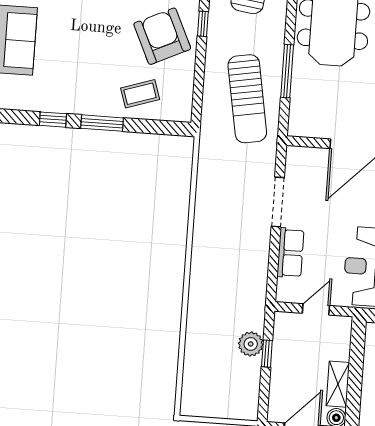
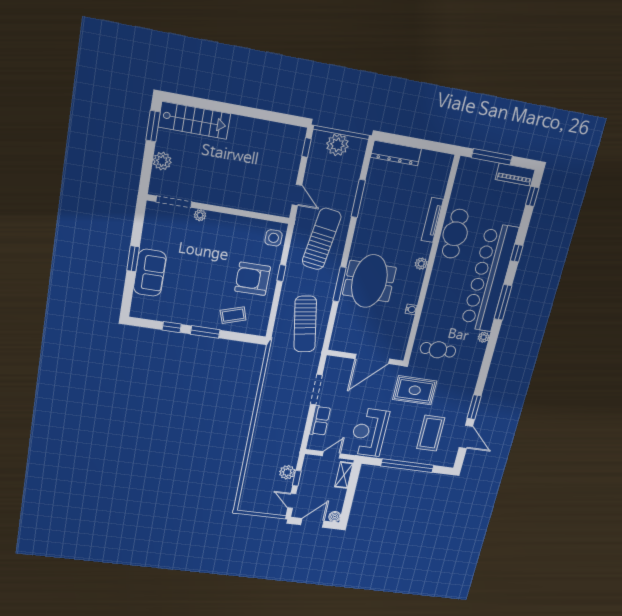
armchair: (162, 36) -> (253, 279), turned -65
window: (287, 71) -> (339, 284), moved
shelving: (338, 384) -> (344, 475), moved
door: (264, 393) -> (292, 501), added

